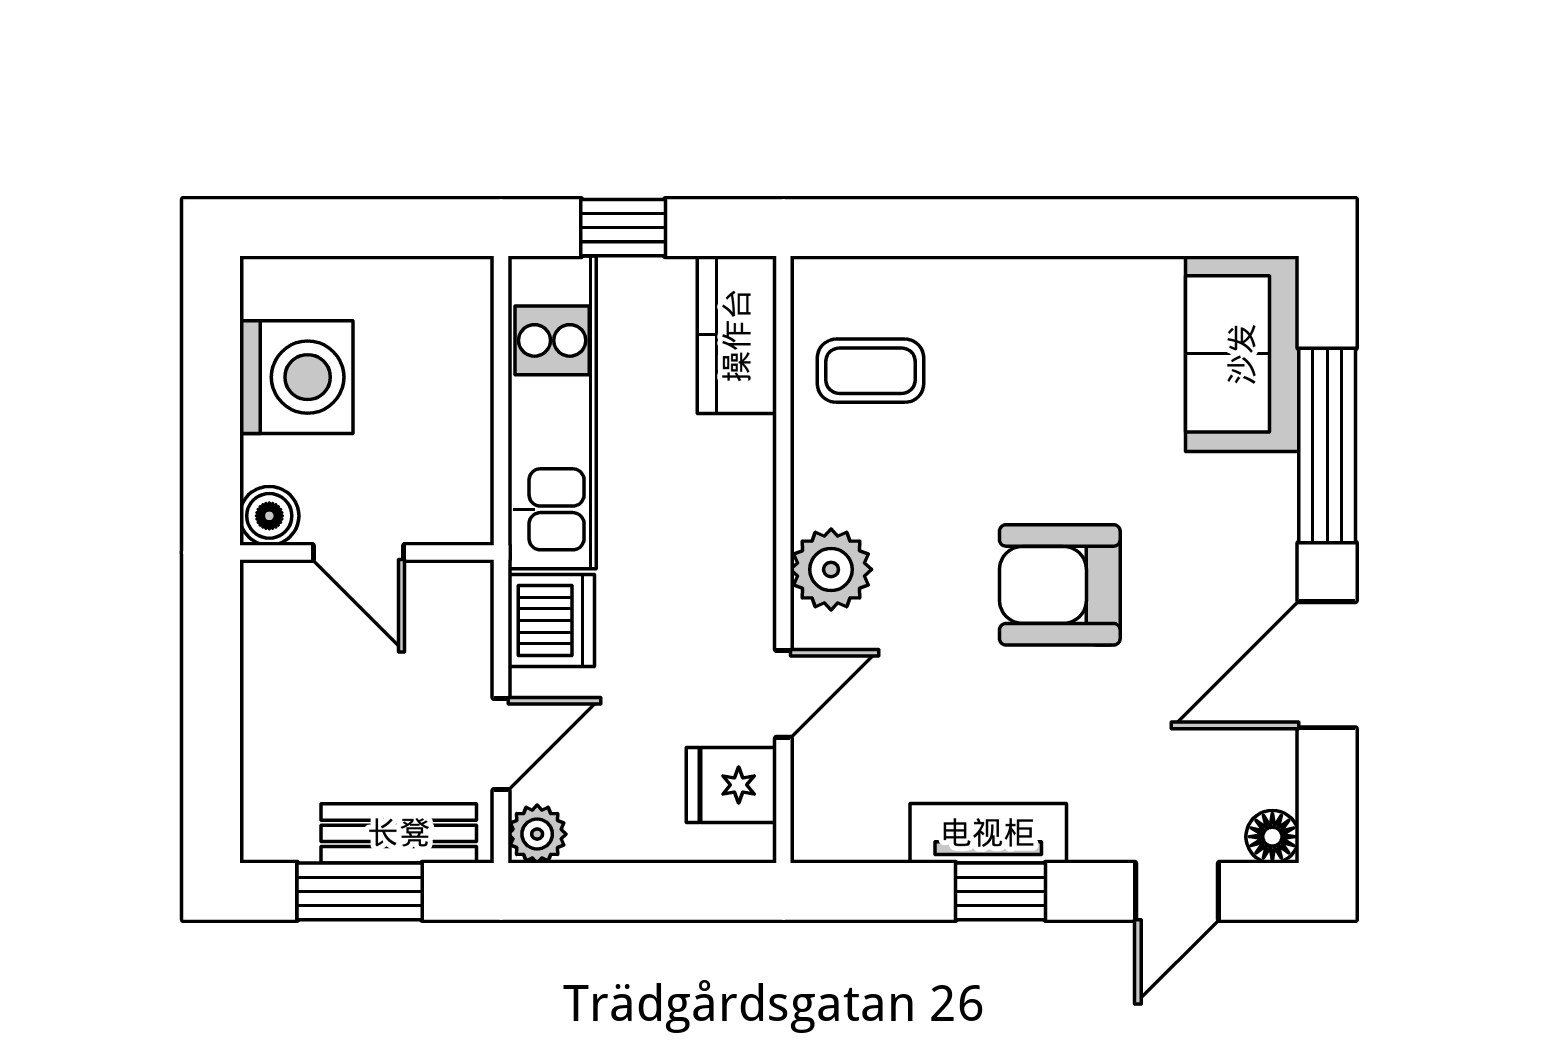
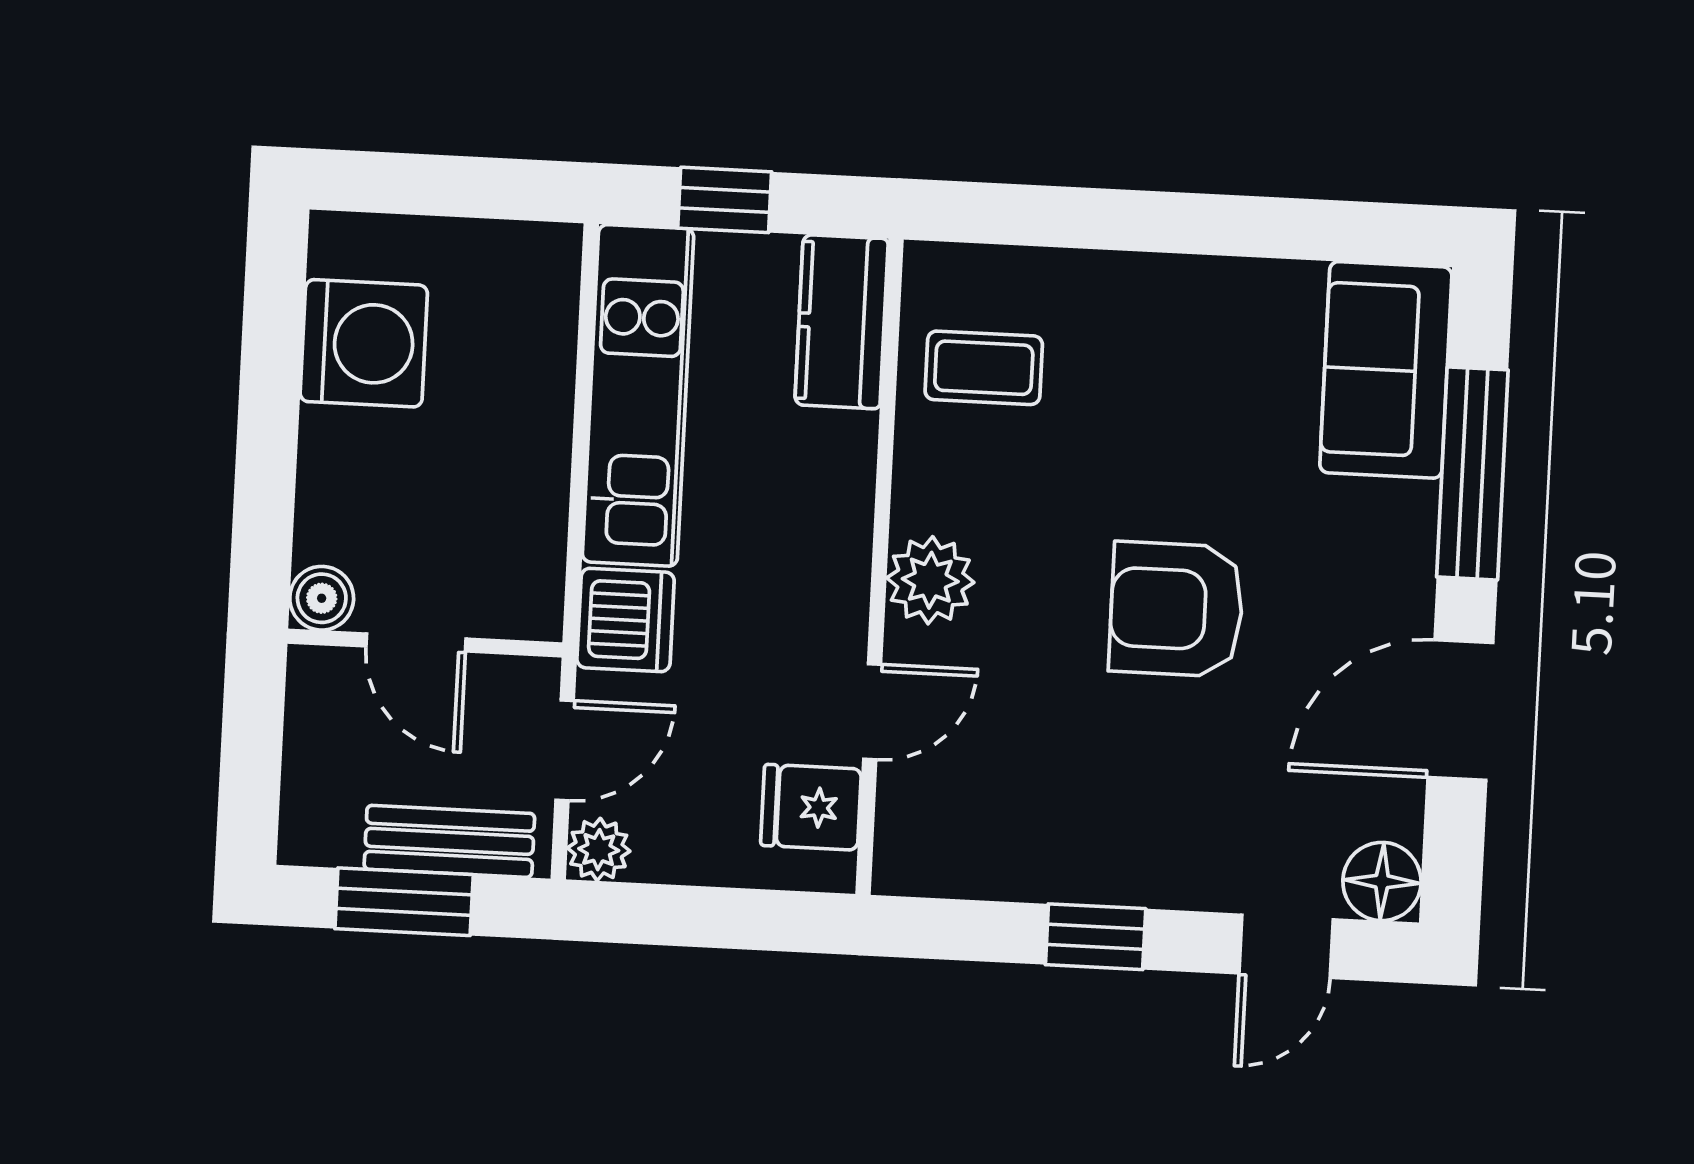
boiler: (269, 516) -> (322, 598), moved
door: (359, 552) -> (416, 643), moved
wall: (367, 552) -> (425, 643), moved
tv unit: (988, 833) -> (1086, 873), removed
floor lamp: (1272, 837) -> (1382, 881), width x1.37, depth x1.37

